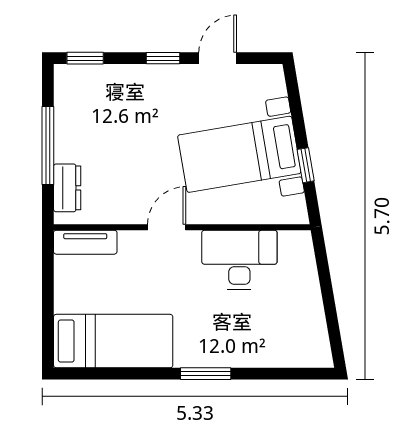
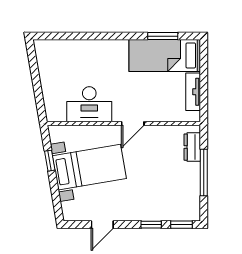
window: (163, 58) -> (151, 225), moved
tv unit: (85, 242) -> (193, 92), moved, turned -90
window: (206, 374) -> (163, 36), moved

